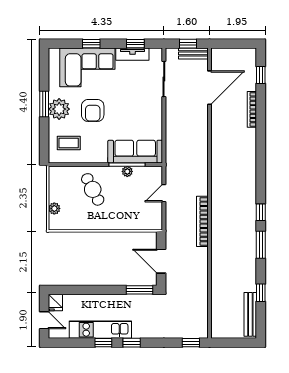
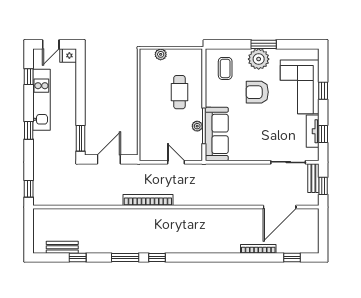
bench: (193, 53) -> (313, 178), moved
door: (209, 88) -> (280, 207), hinge flipped
cafe table: (93, 189) -> (179, 92), turned -63
bench: (250, 314) -> (62, 247), width x0.73
window: (103, 343) -> (29, 77), moved

